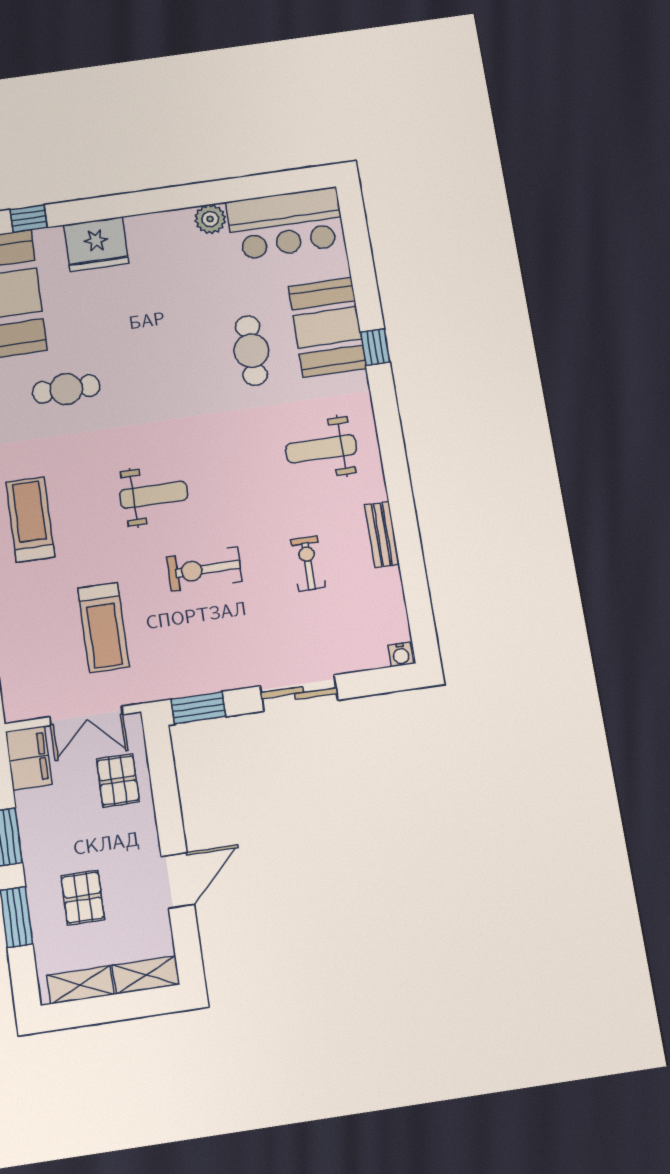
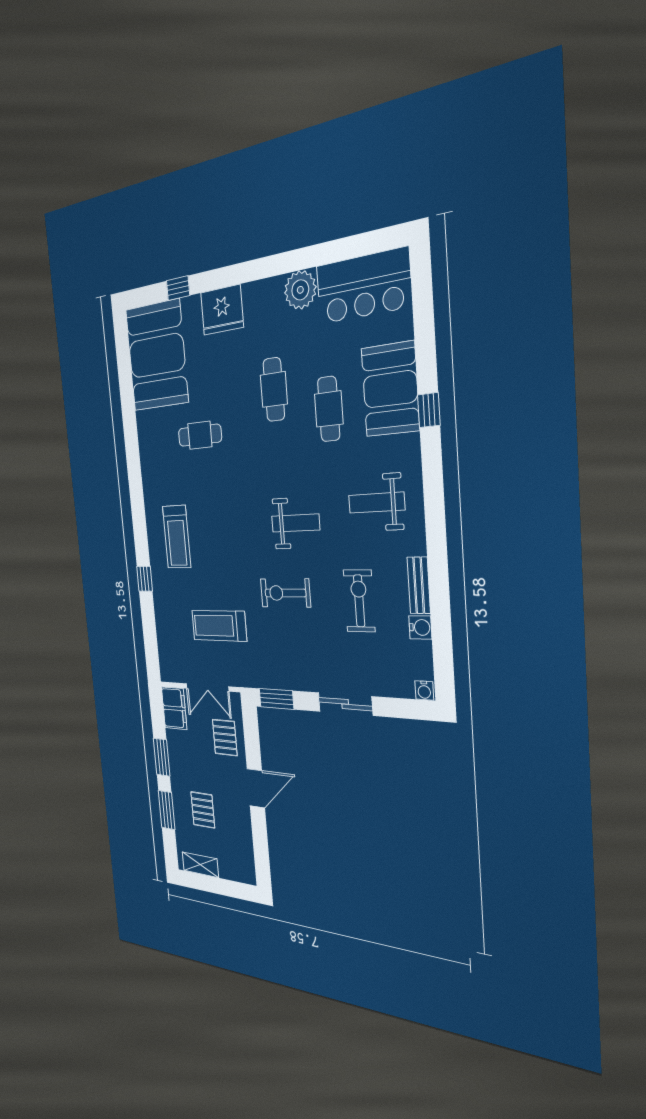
plant: (210, 219) -> (300, 290), width x1.36, depth x1.36
cafe table: (175, 332) -> (274, 390), added
weight bench: (154, 495) -> (295, 523), moved
treadmill: (30, 520) -> (177, 537), turned 180
exercise bike: (308, 563) -> (359, 601), width x1.38, depth x1.39
water cooler: (389, 582) -> (420, 627), added
treadmill: (103, 627) -> (219, 626), turned 90
door: (178, 880) -> (256, 788), moved
shelving: (146, 975) -> (237, 872), removed

